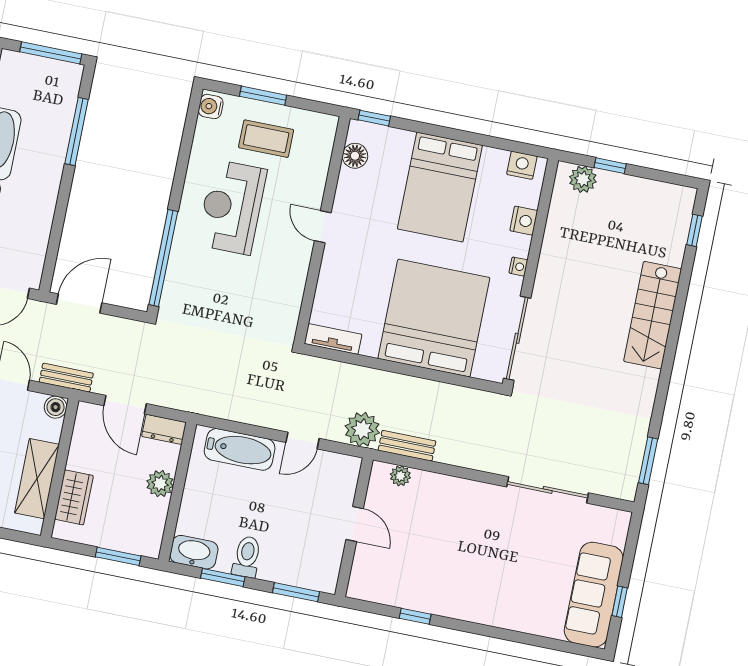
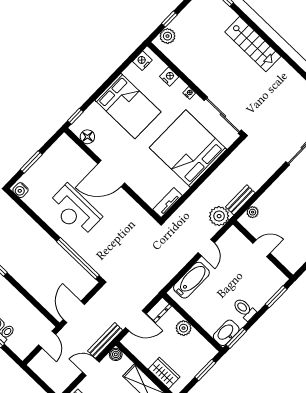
coffee table: (266, 139) -> (52, 174), removed
door: (323, 227) -> (111, 173), width x1.88
bench: (66, 378) -> (105, 340), width x1.36
window: (223, 577) -> (236, 338), moved

